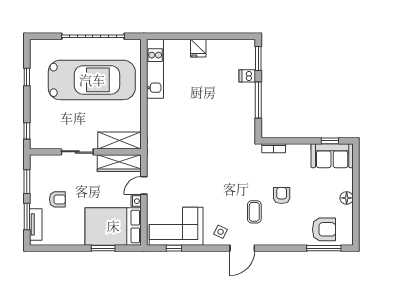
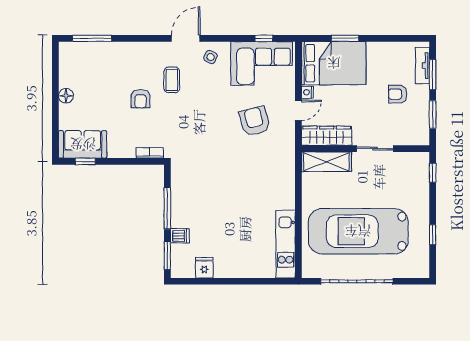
fridge: (198, 48) -> (204, 268), moved
armchair: (324, 229) -> (255, 121), moved, turned 75

